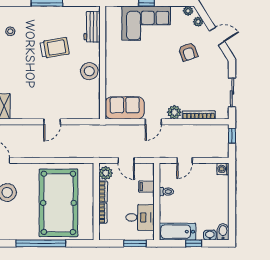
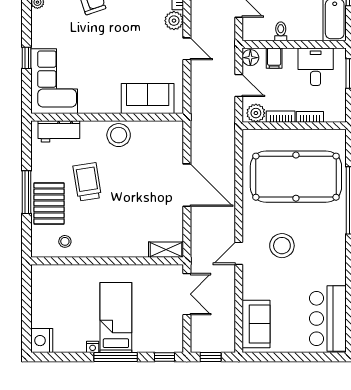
pallet: (39, 19) -> (49, 203), added
corner sofa: (146, 23) -> (54, 81), moved
sofa: (125, 108) -> (148, 98), moved, turned 90
door: (52, 122) -> (187, 185), width x1.88
door: (126, 160) -> (239, 86), hinge flipped
floor lamp: (147, 169) -> (250, 58), added

